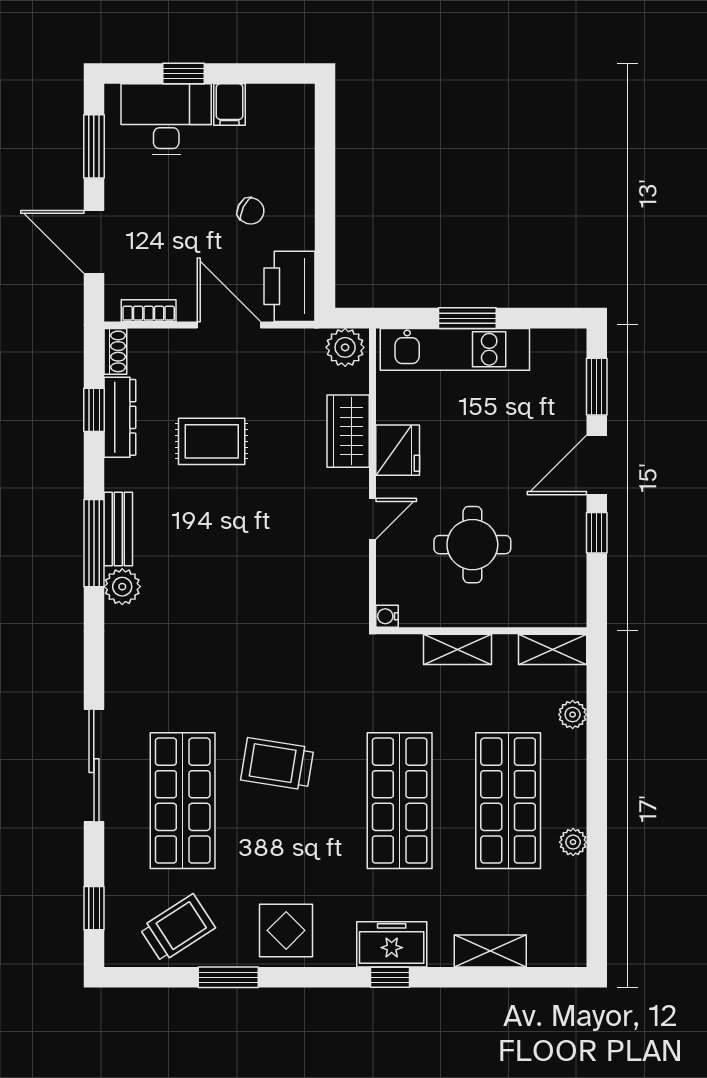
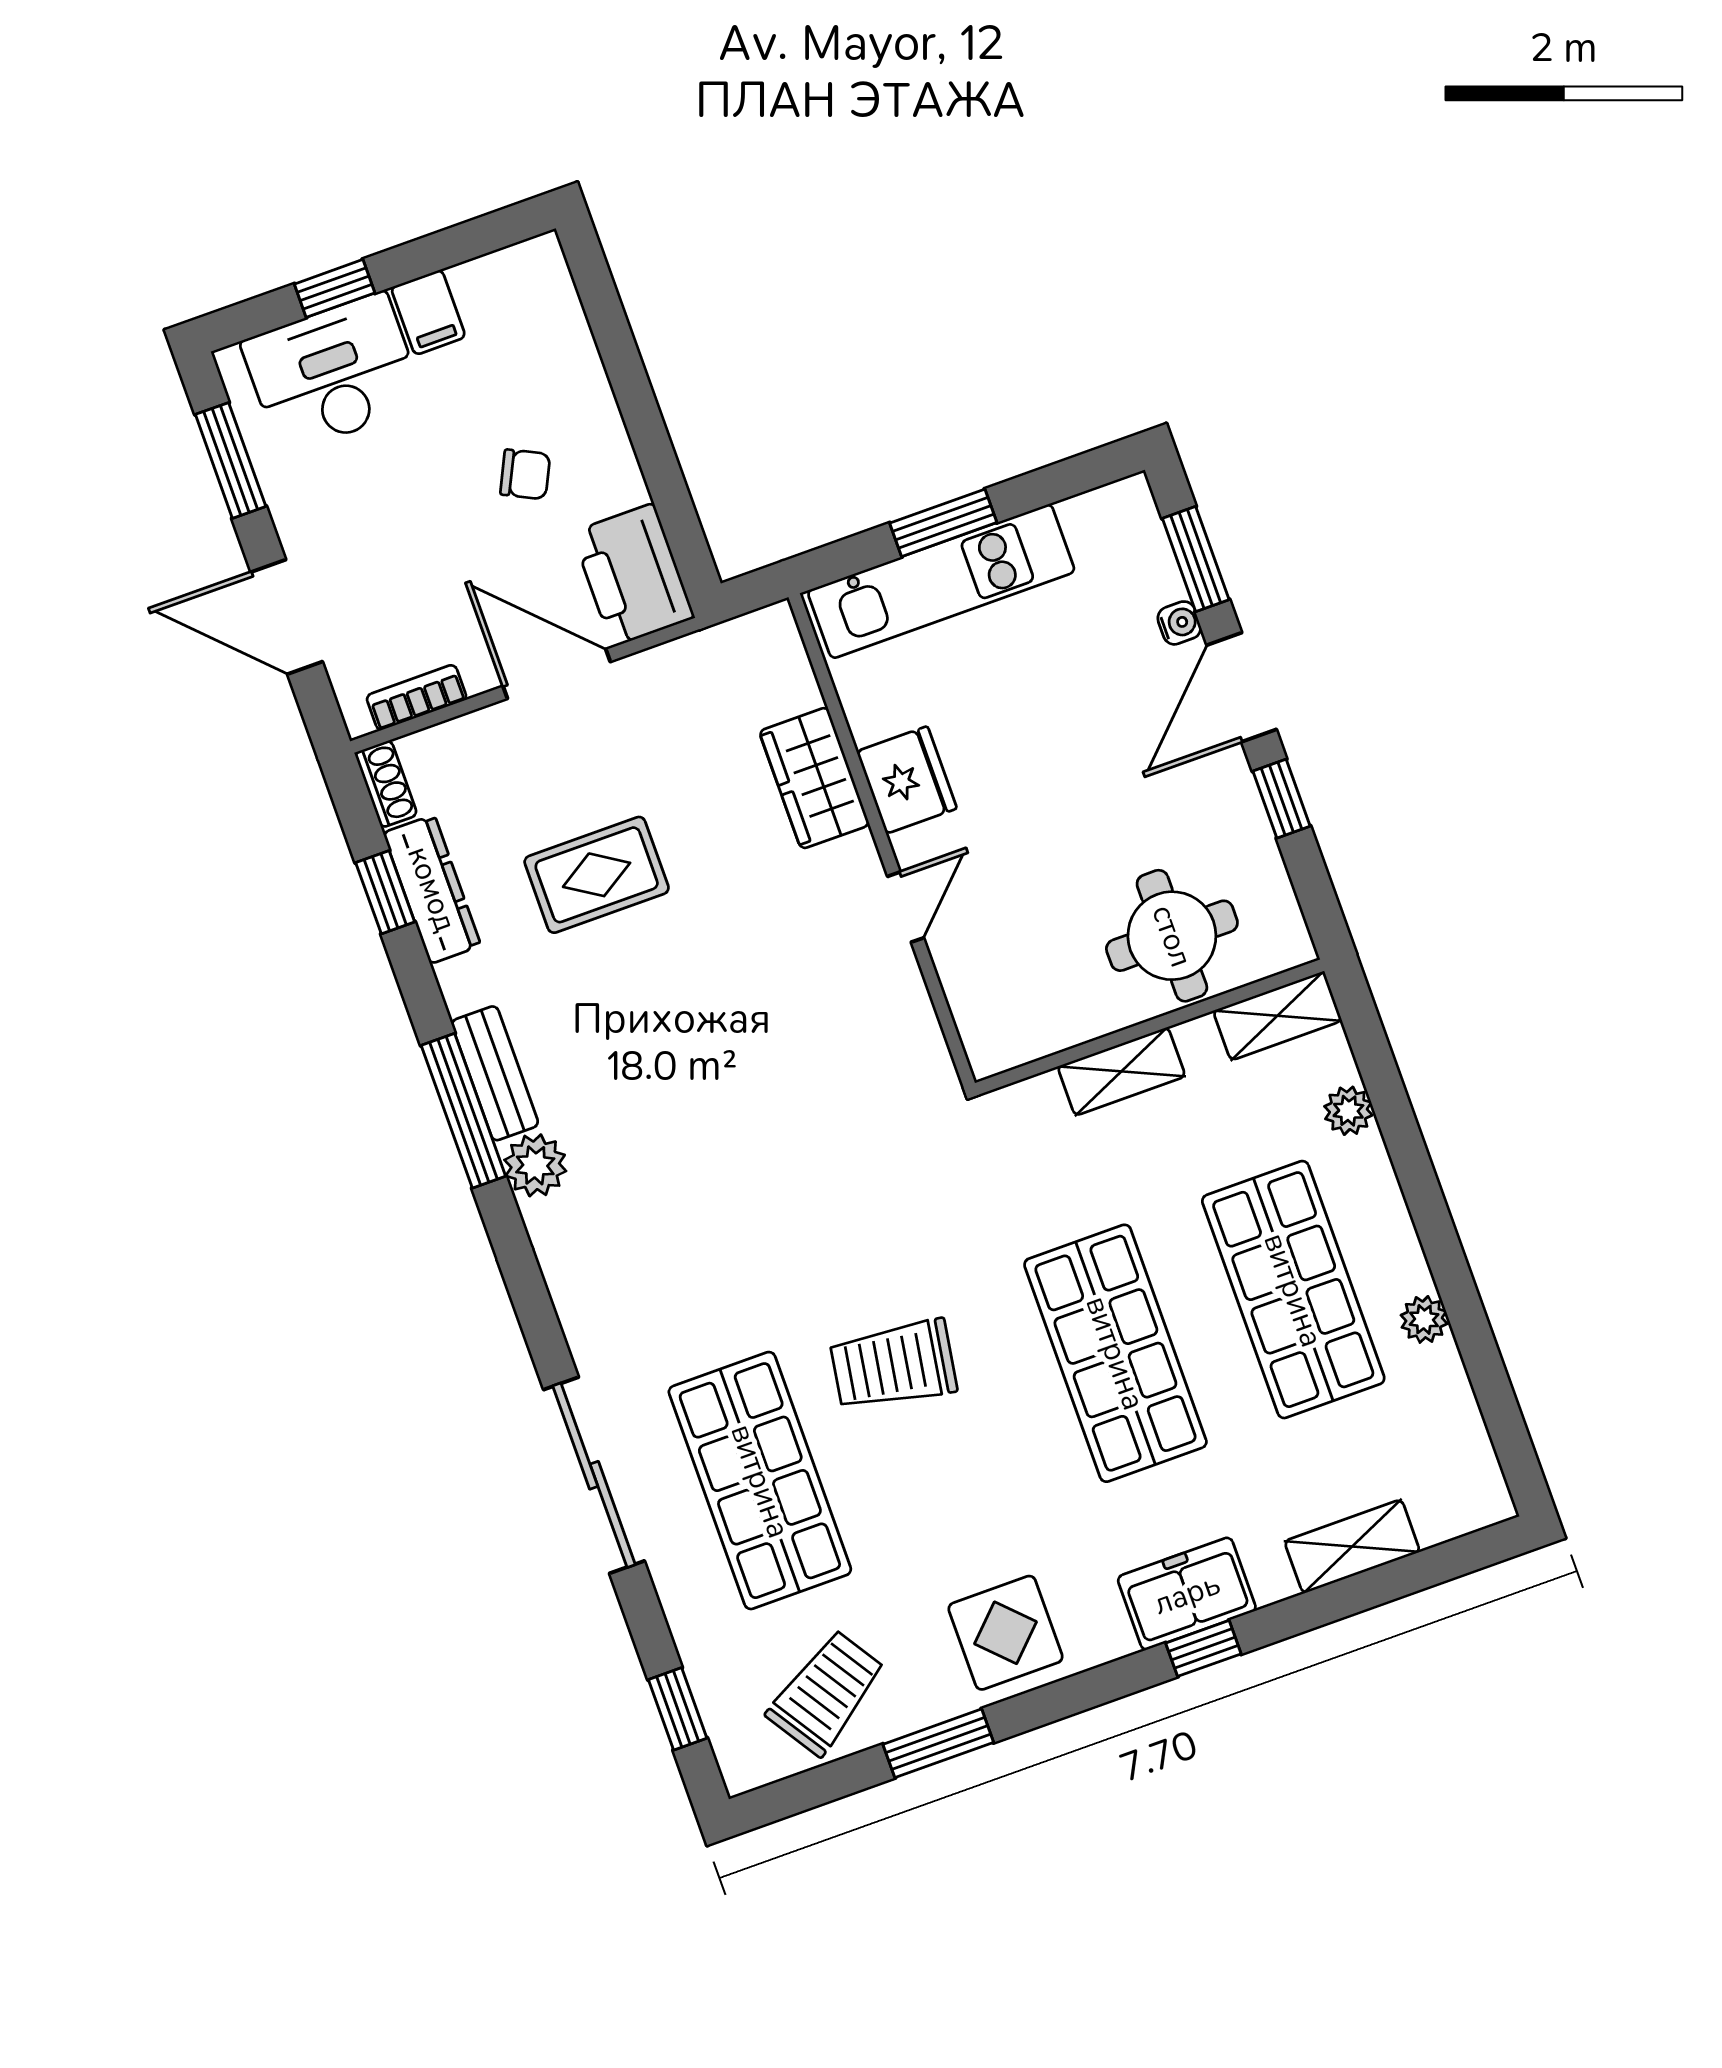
plant: (345, 347) -> (760, 643), removed
round table: (472, 545) -> (1172, 936), moved
water cooler: (387, 616) -> (1179, 623), moved, turned 180

